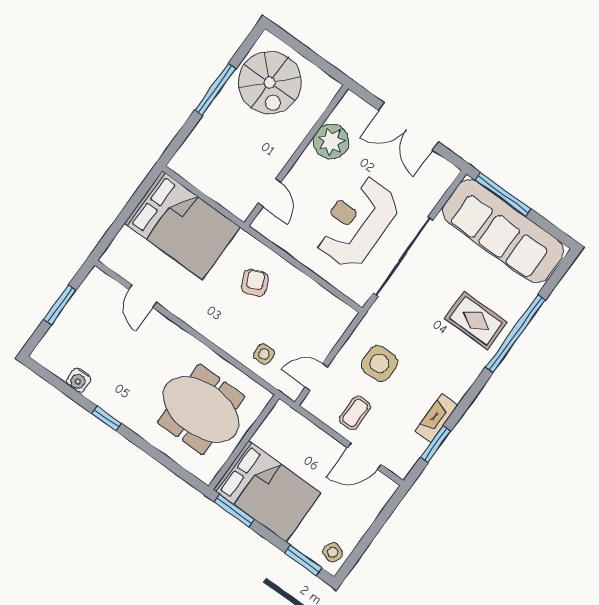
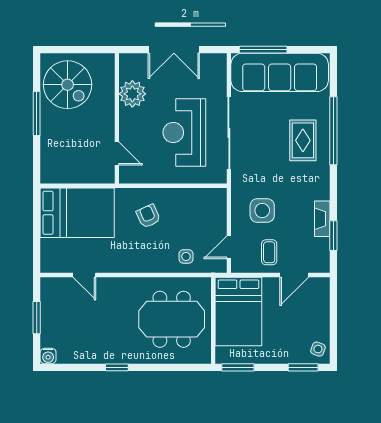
rug: (476, 320) -> (303, 140), turned 90
water cooler: (79, 380) -> (48, 356), moved
bed: (267, 491) -> (238, 311), moved, turned 90

